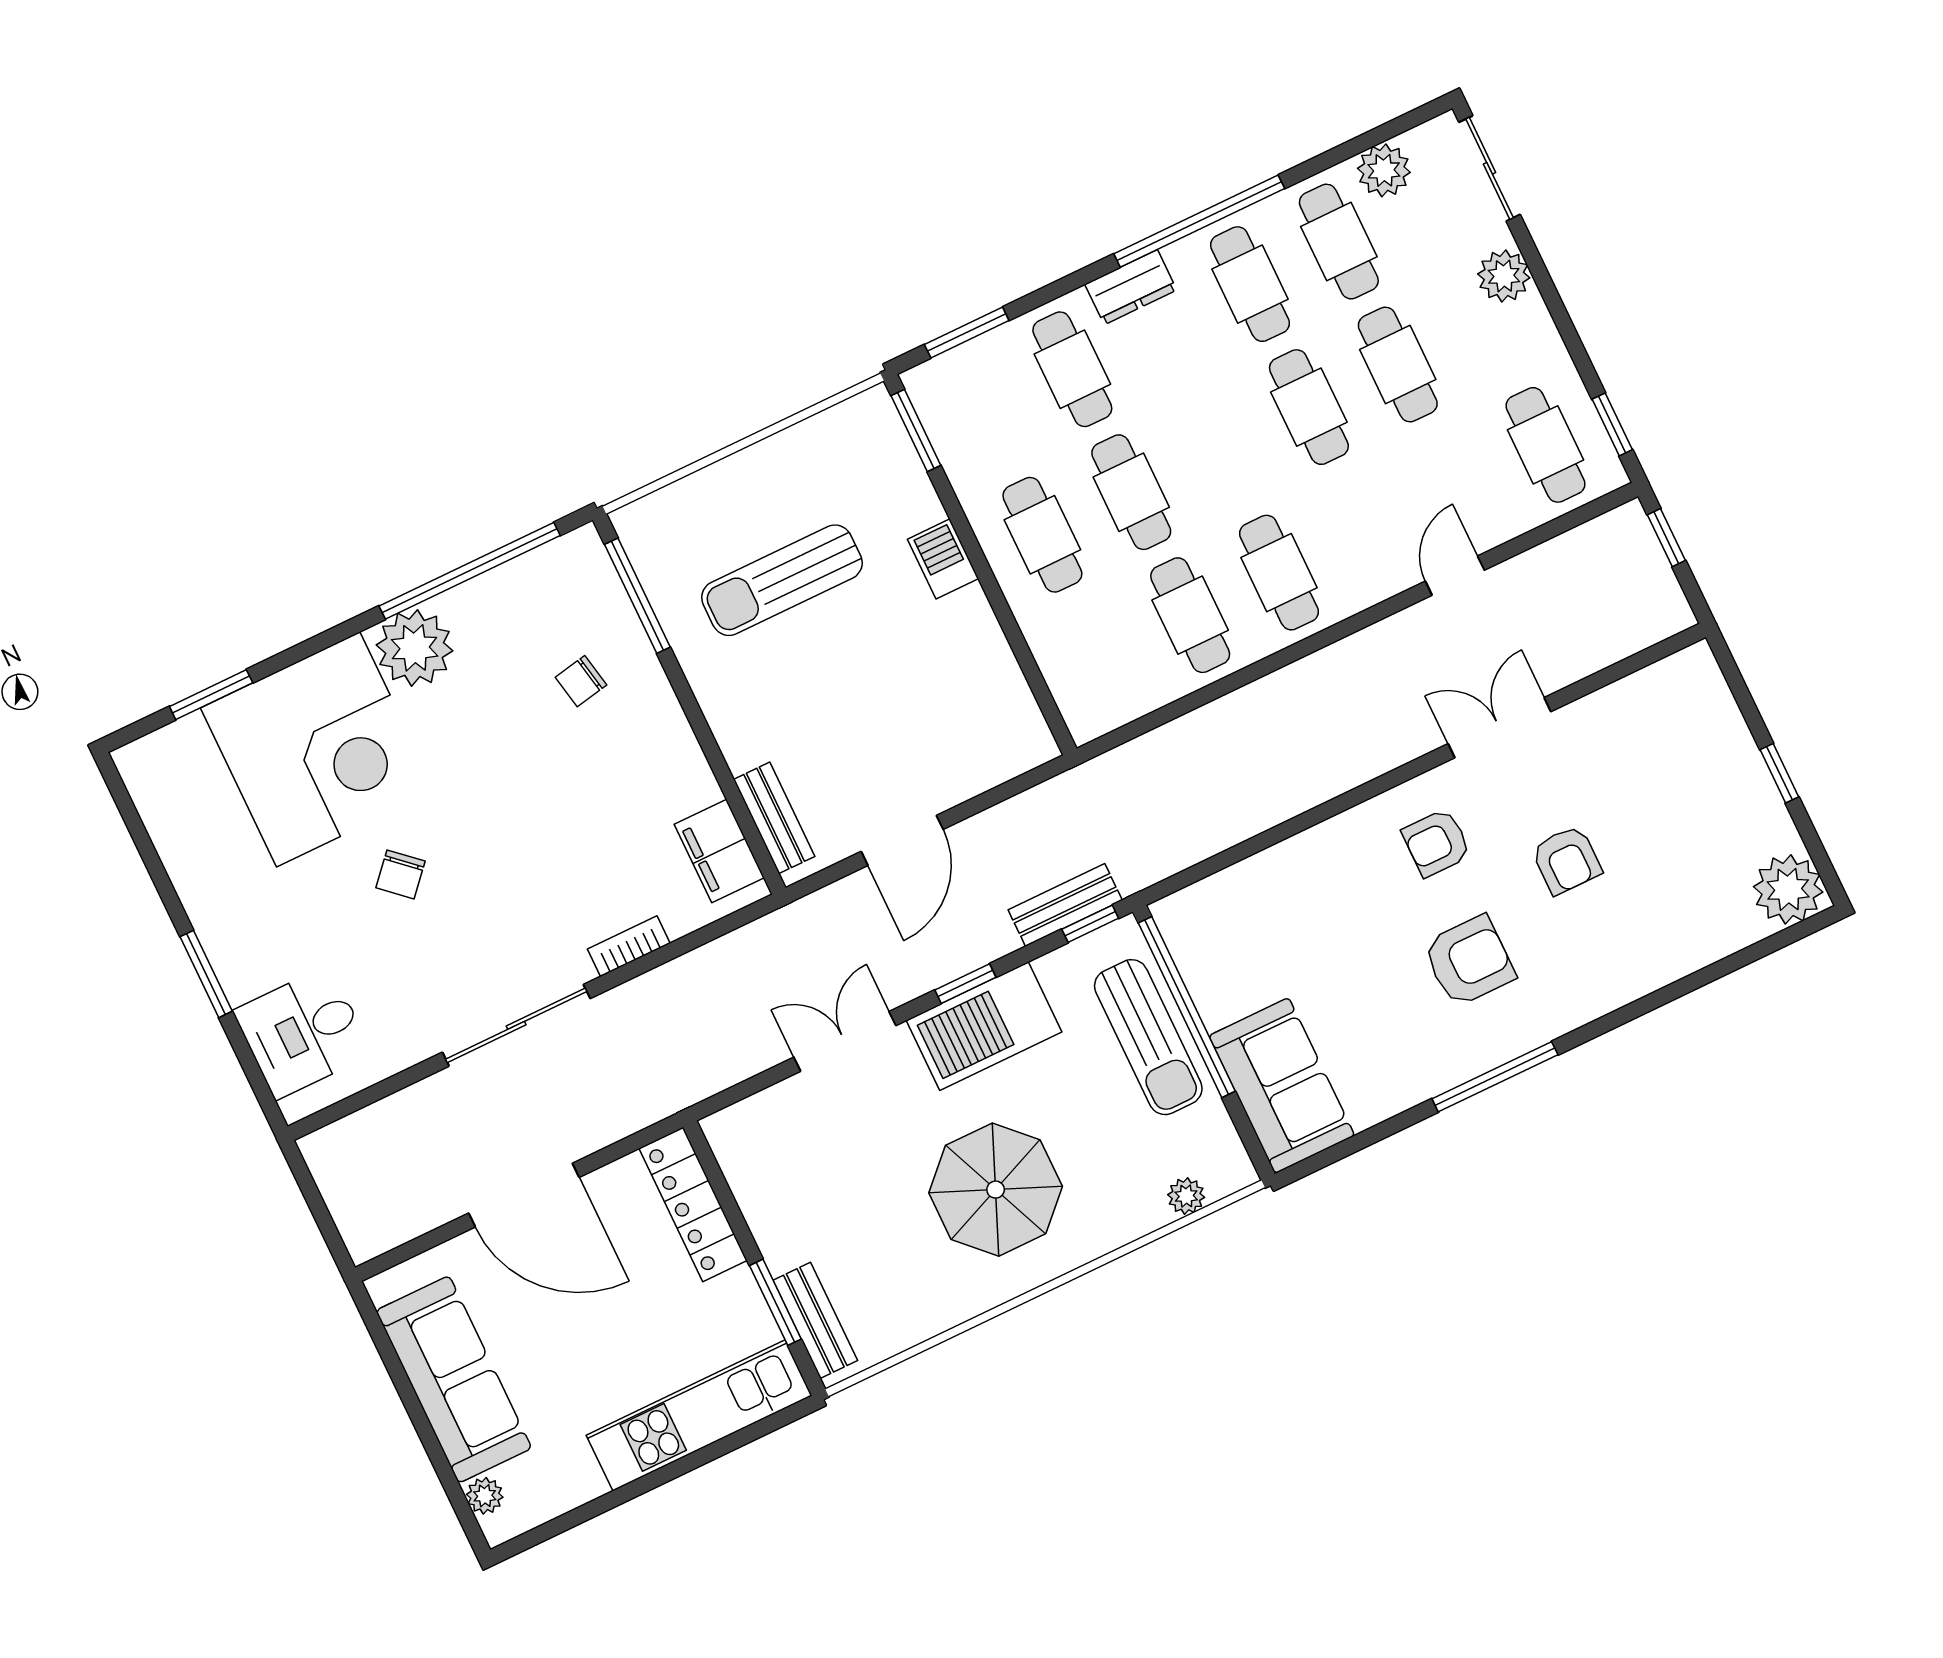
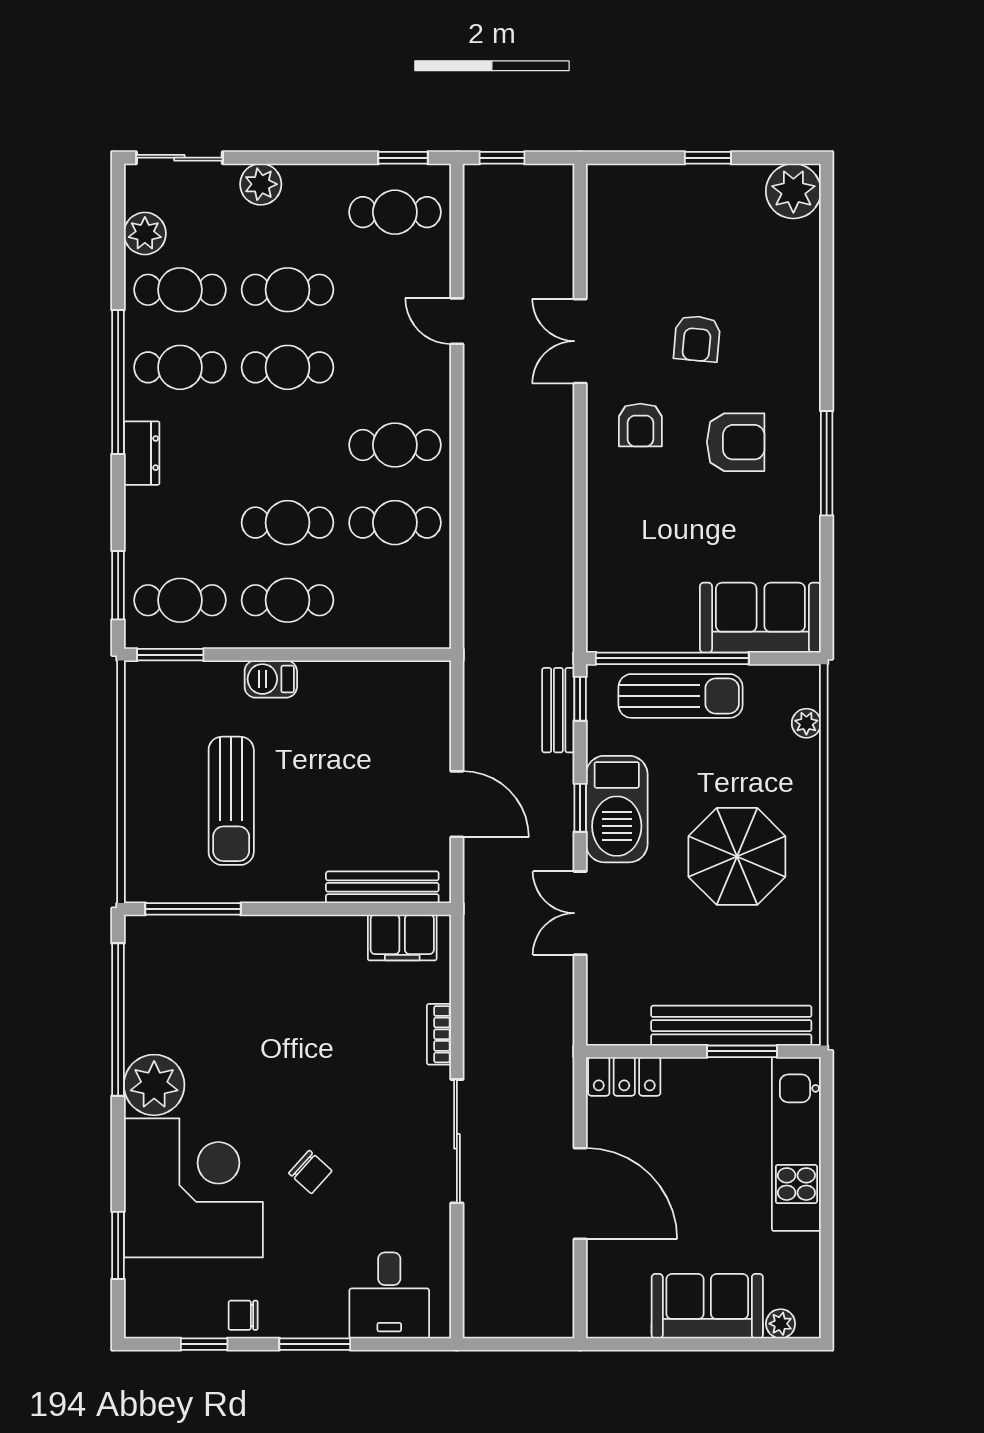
cafe table: (1072, 369) -> (180, 600), moved
chair: (581, 681) -> (243, 1315), moved, turned 101
bench: (774, 818) -> (382, 887), width x1.36
window: (145, 847) -> (204, 1344), added
armchair: (1567, 860) -> (697, 338), turned 95
armchair: (1469, 961) -> (736, 442), turned 90
door: (524, 1195) -> (580, 1194), hinge flipped
locker: (693, 1204) -> (624, 1076), width x0.66
bench: (815, 1320) -> (731, 1026), width x1.86, depth x1.21
sofa: (454, 1379) -> (707, 1306), width x0.73

